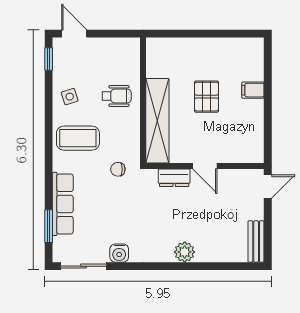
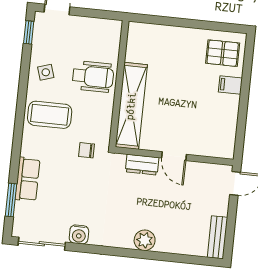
wheelchair: (117, 96) -> (93, 77), width x1.36, depth x1.37
pallet: (206, 97) -> (223, 53), moved, turned 90
row of seats: (63, 204) -> (27, 179), width x0.68

